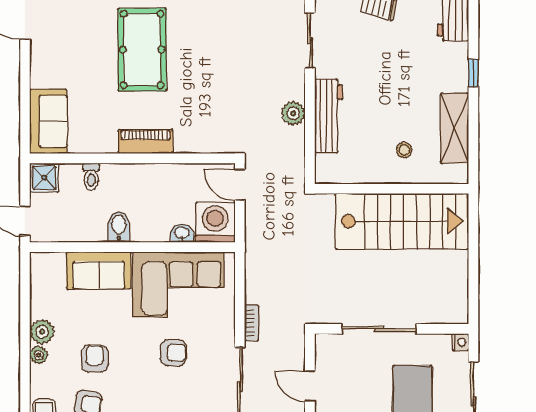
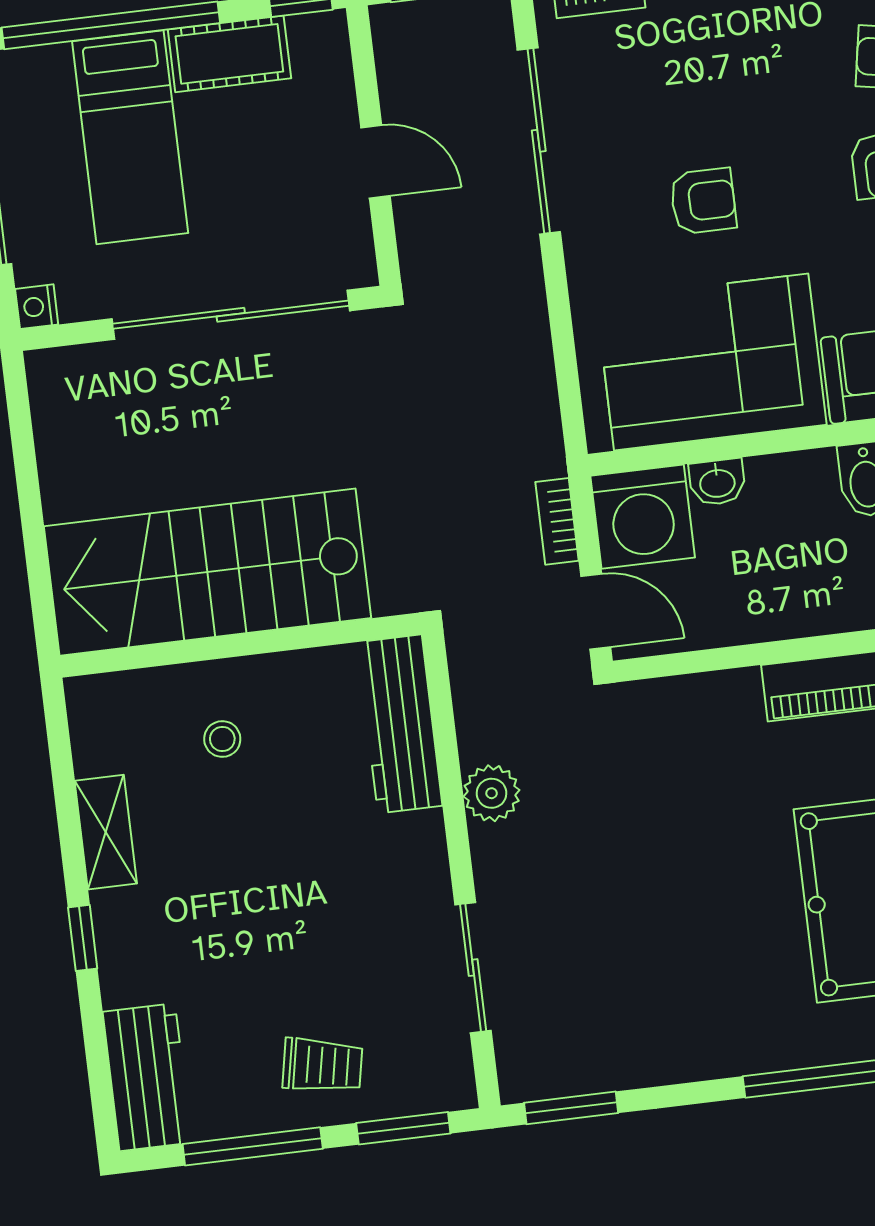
workbench: (328, 116) -> (400, 724), moved
shelving: (455, 128) -> (106, 832), width x0.67, depth x0.75
bookcase: (252, 323) -> (557, 521), moved
sliding door: (379, 329) -> (231, 315), width x1.36
armchair: (173, 353) -> (703, 201), turned 180

